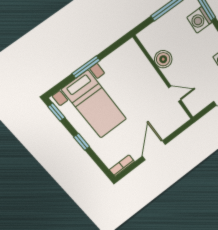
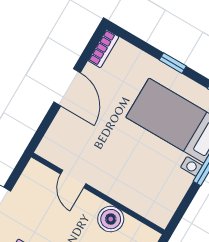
door: (175, 94) -> (73, 179), hinge flipped

